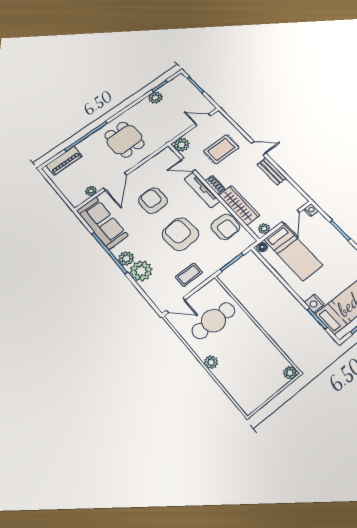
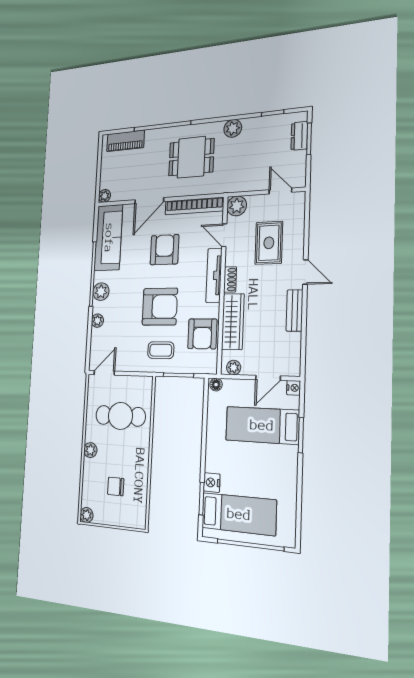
dresser: (188, 87) -> (299, 136), added
plant: (155, 98) -> (233, 128), moved
dining table: (124, 140) -> (191, 157), turned 90
rug: (221, 149) -> (269, 243), turned 90
bookcase: (152, 163) -> (194, 206), added
plant: (91, 191) -> (105, 196), moved
armchair: (180, 234) -> (160, 307), turned 94
bed: (293, 252) -> (262, 425), moved, turned 90
plant: (141, 271) -> (97, 321), width x0.53, depth x0.53
coffee table: (189, 275) -> (161, 350), moved
door: (176, 305) -> (104, 373), swing flipped
chair: (252, 367) -> (116, 486), added
plant: (290, 373) -> (87, 515), moved

